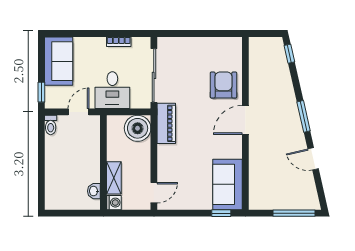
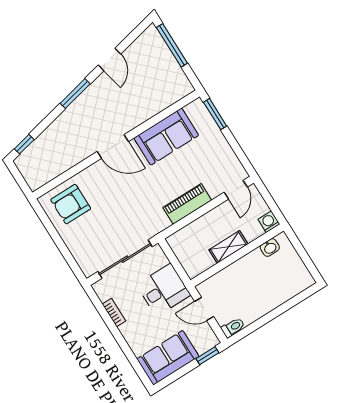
armchair: (223, 85) -> (71, 204), moved
piano: (166, 123) -> (187, 204), moved
boiler: (138, 128) -> (185, 243), removed
shelving: (114, 178) -> (228, 247), moved
sofa: (227, 184) -> (166, 137), moved
door: (154, 193) -> (236, 190), swing flipped
window: (221, 213) -> (215, 114), width x1.50

